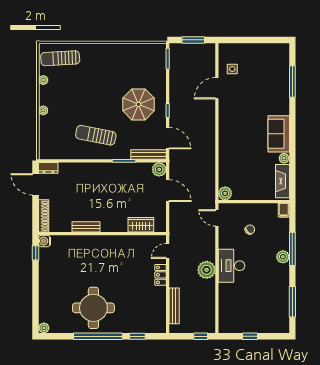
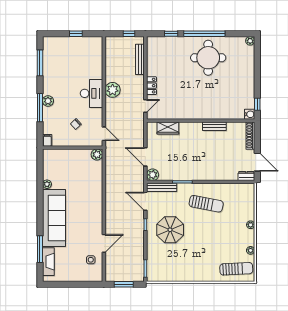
sofa: (279, 134) -> (54, 218), width x1.85, depth x1.27
fireplace: (282, 181) -> (48, 262), moved
window: (201, 336) -> (129, 34), moved

